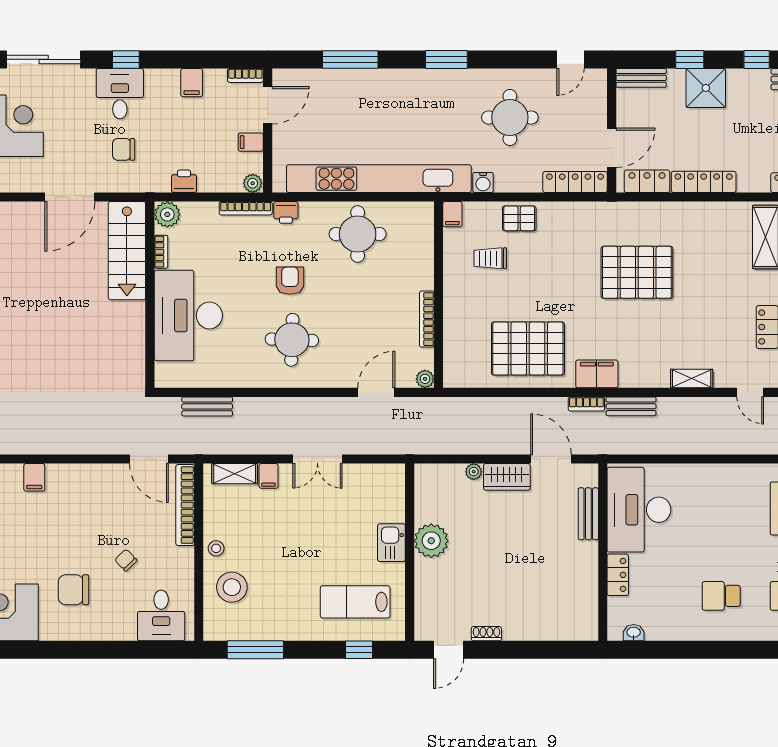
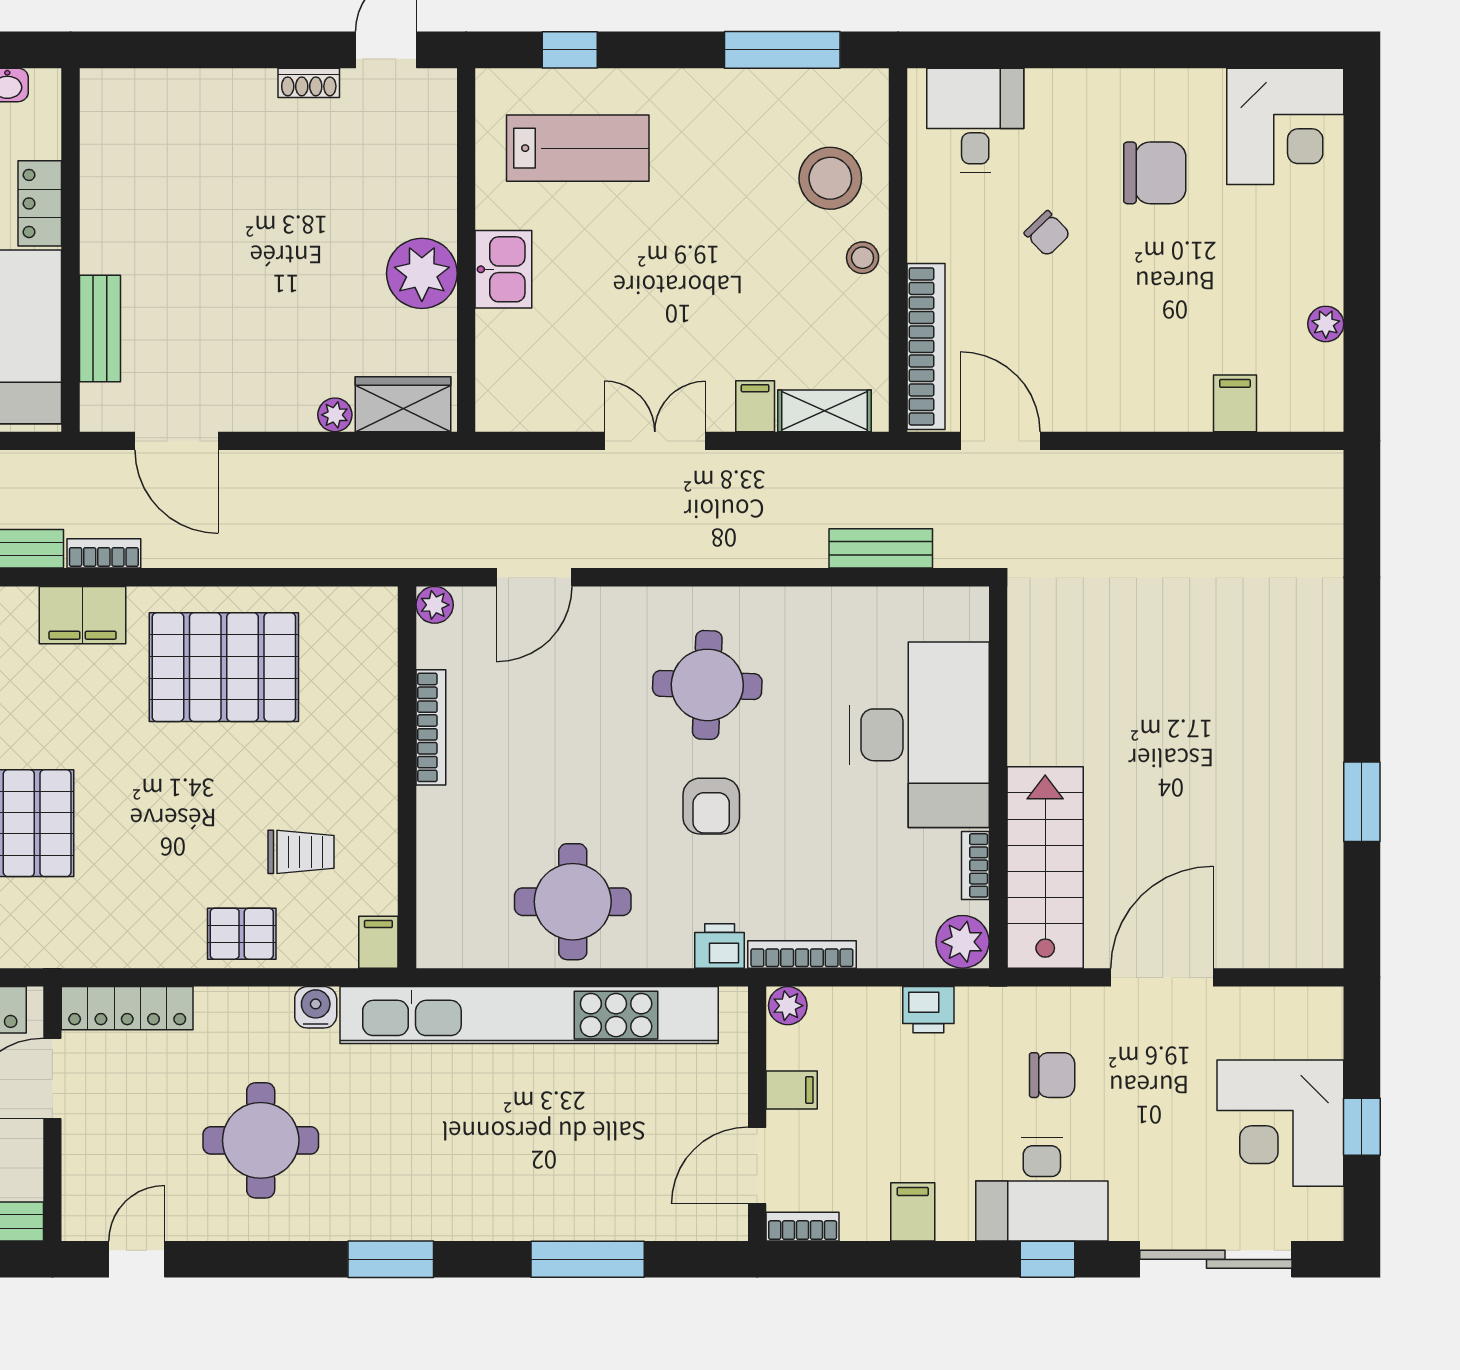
desk: (120, 94) -> (1042, 1189), width x1.37
wardrobe: (507, 477) -> (403, 404), moved

